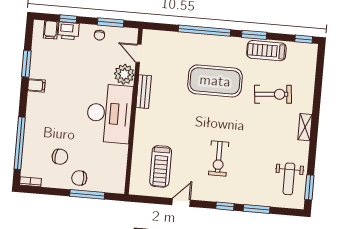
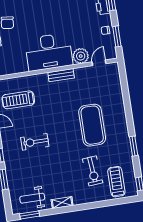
window: (204, 31) -> (128, 108), removed
treadmill: (266, 51) -> (116, 182), moved
bench: (144, 92) -> (61, 75), moved
shelving: (305, 127) -> (62, 203), moved

